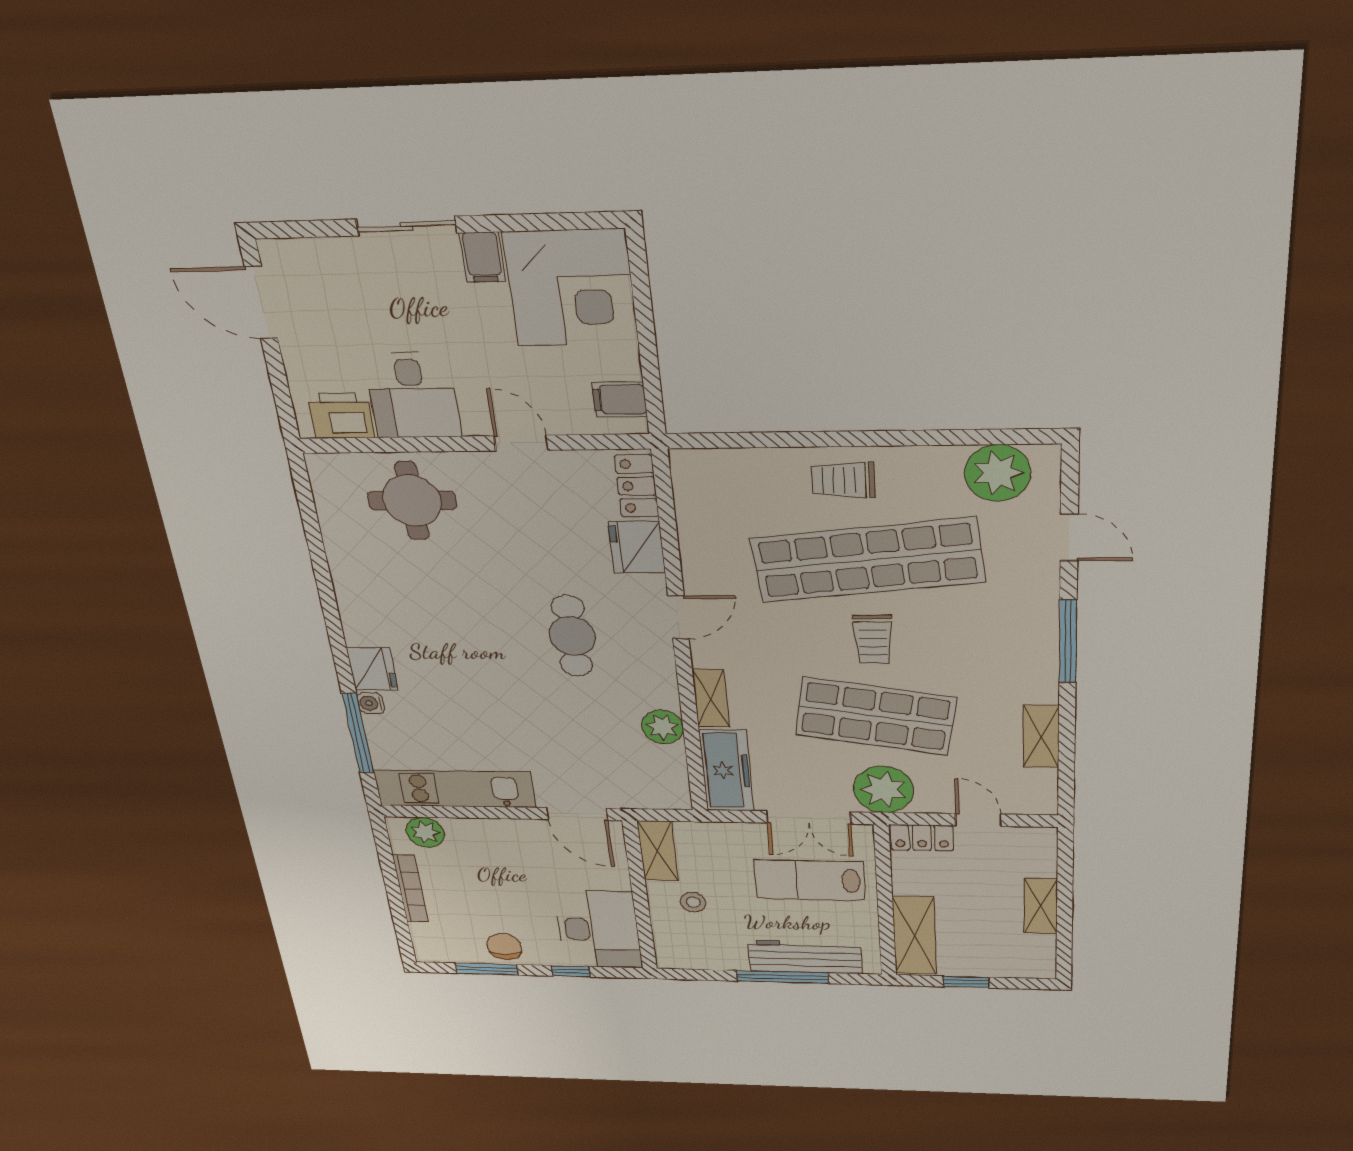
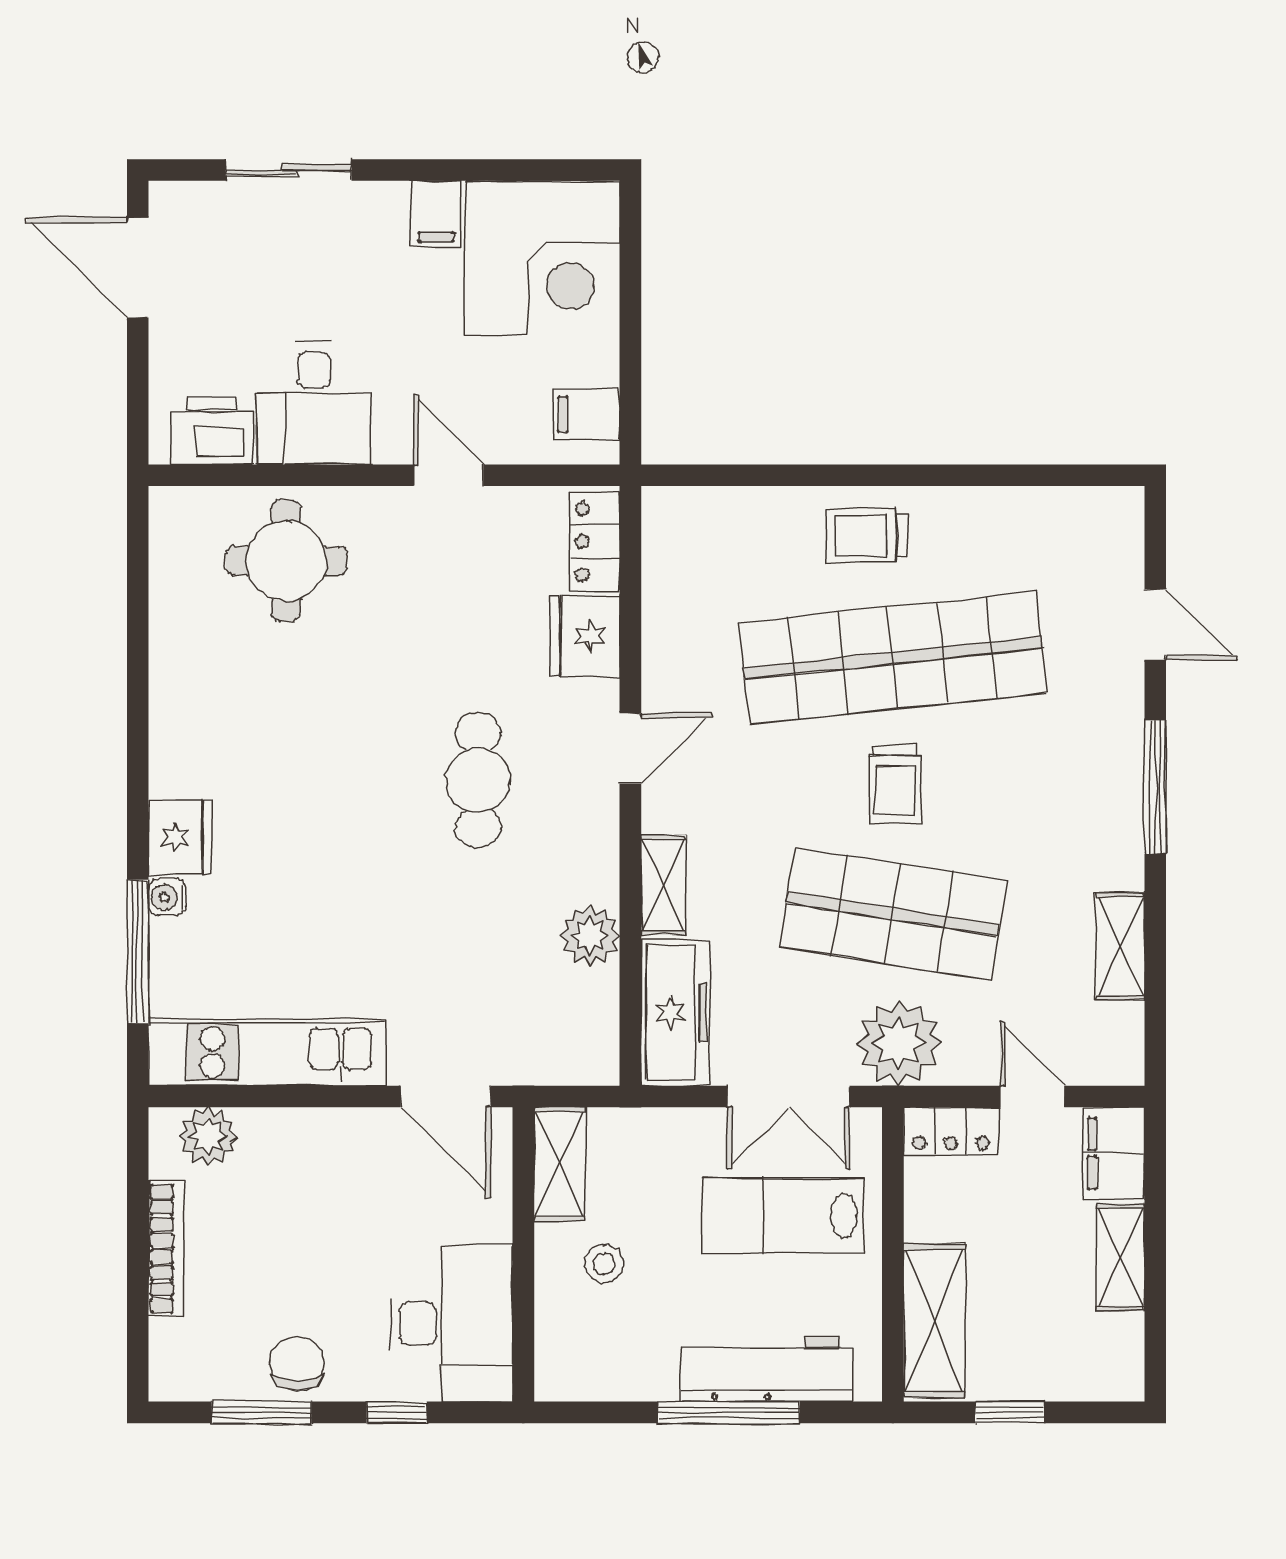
sliding door: (407, 226) -> (289, 170), moved
plant: (998, 473) -> (1064, 528), removed
filing cabinet: (1036, 852) -> (1114, 1153), added

